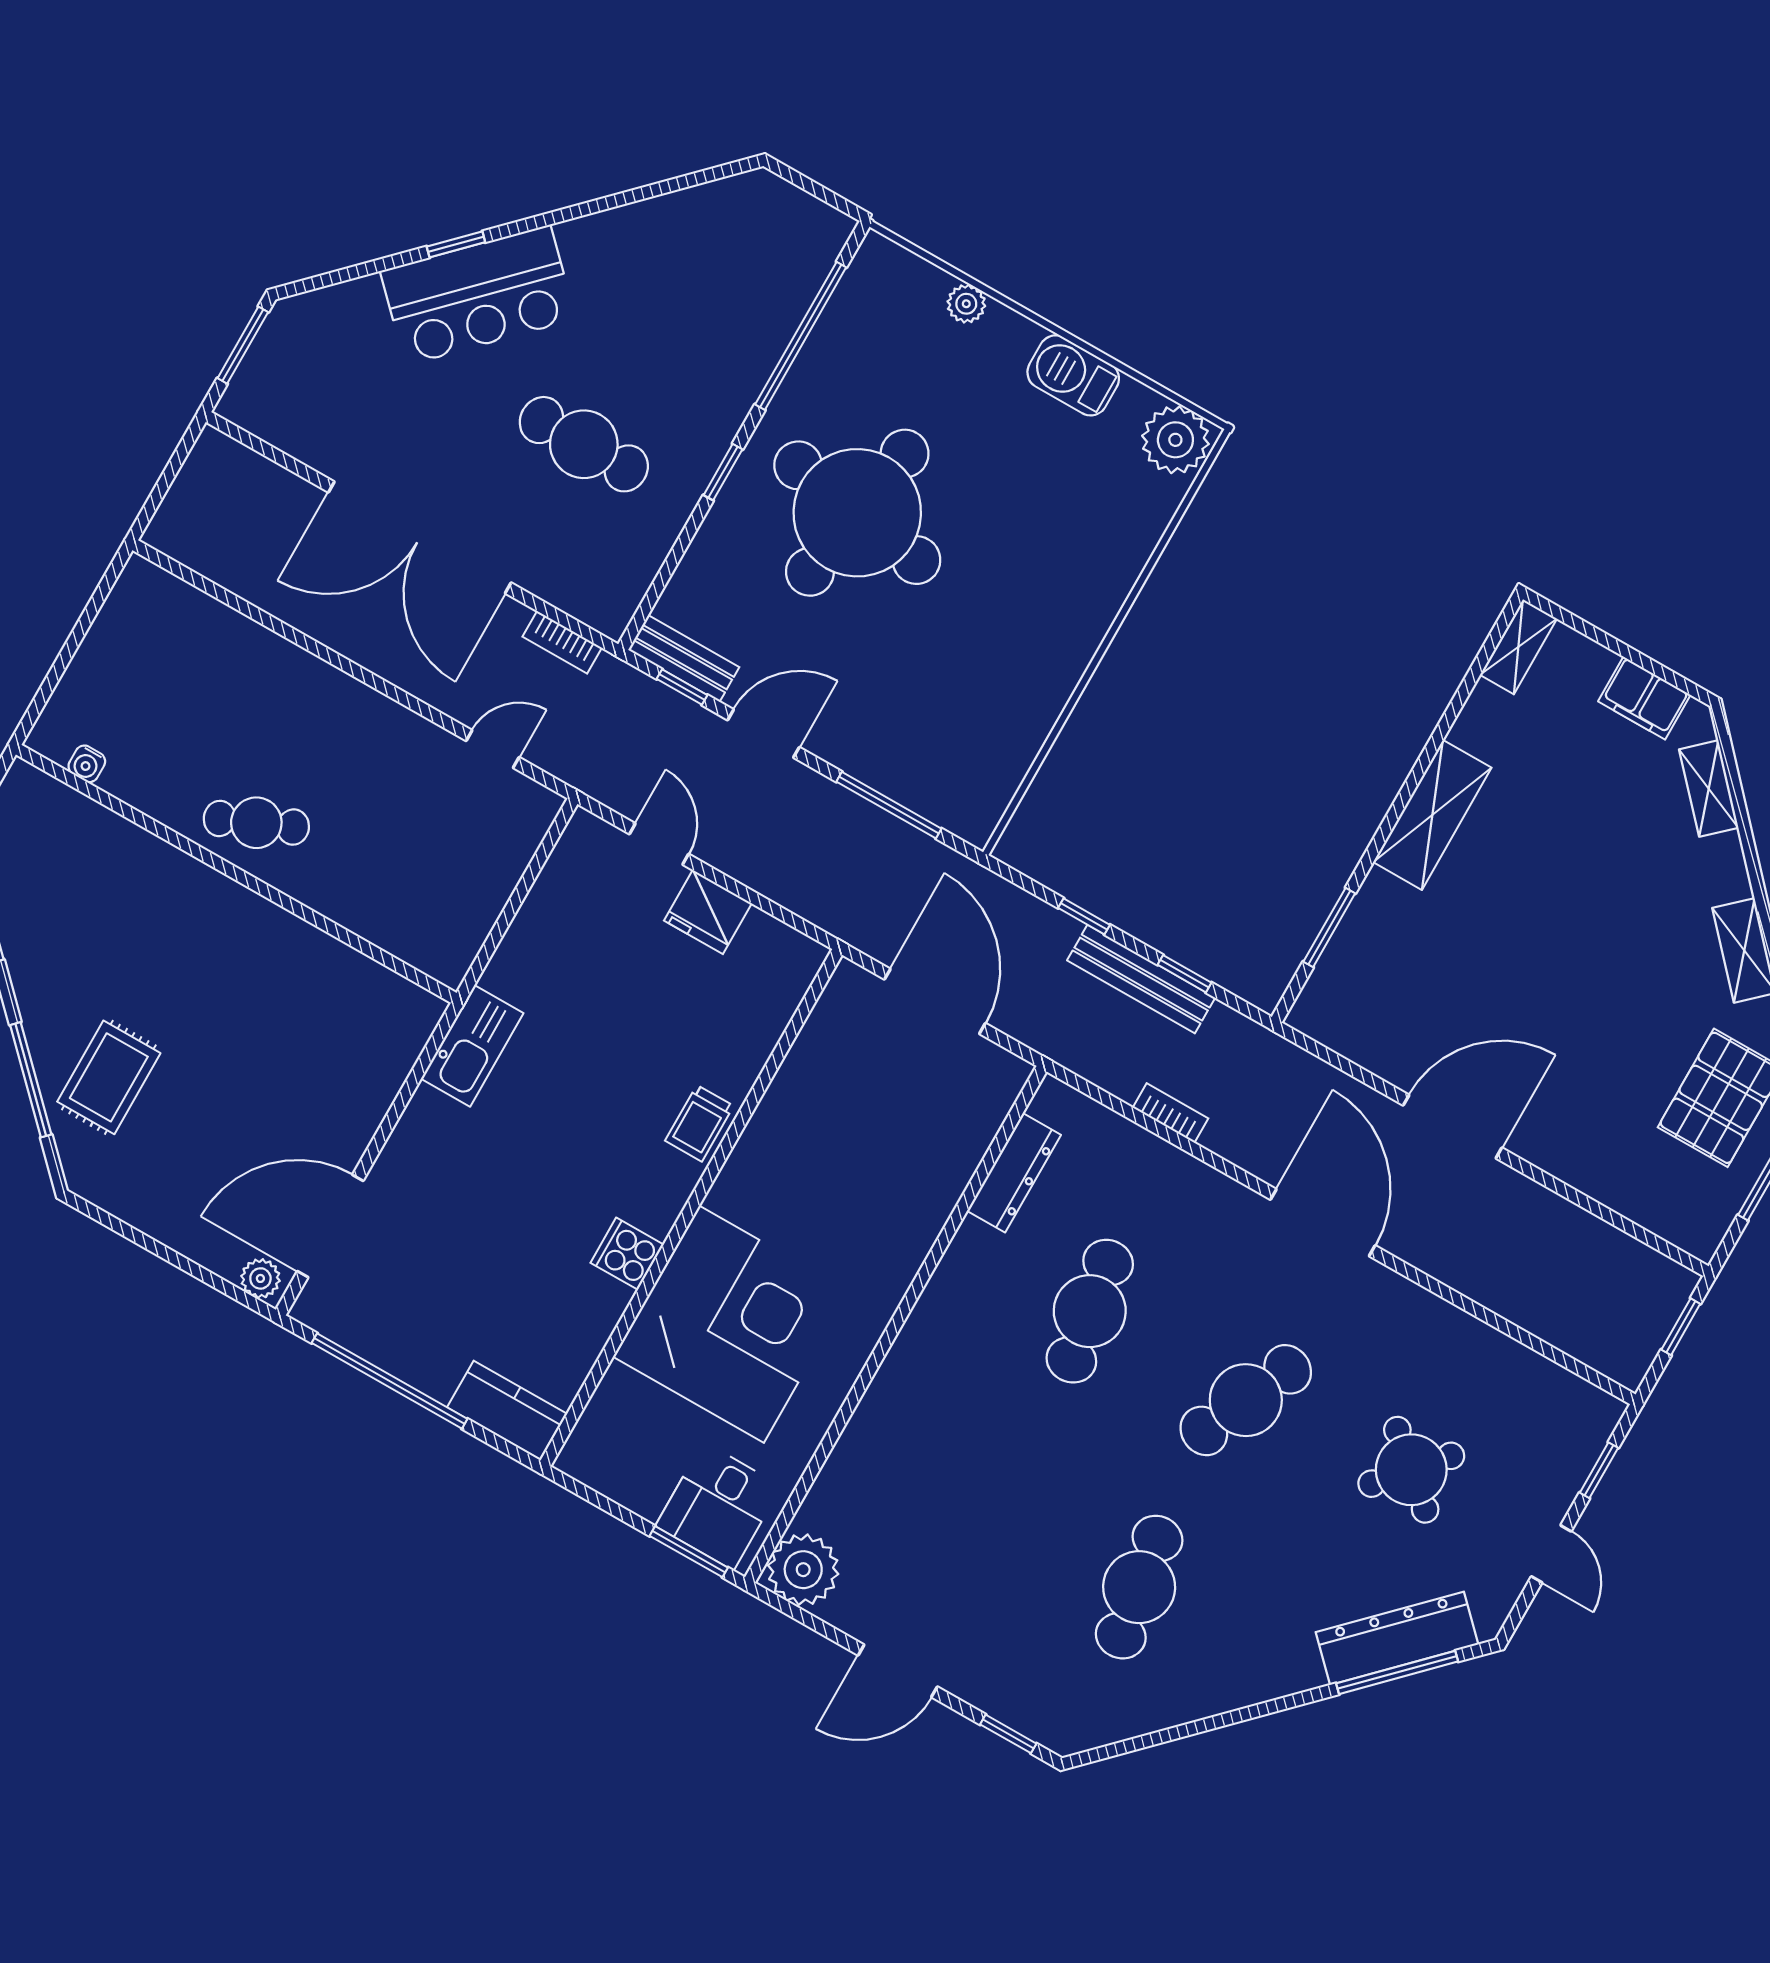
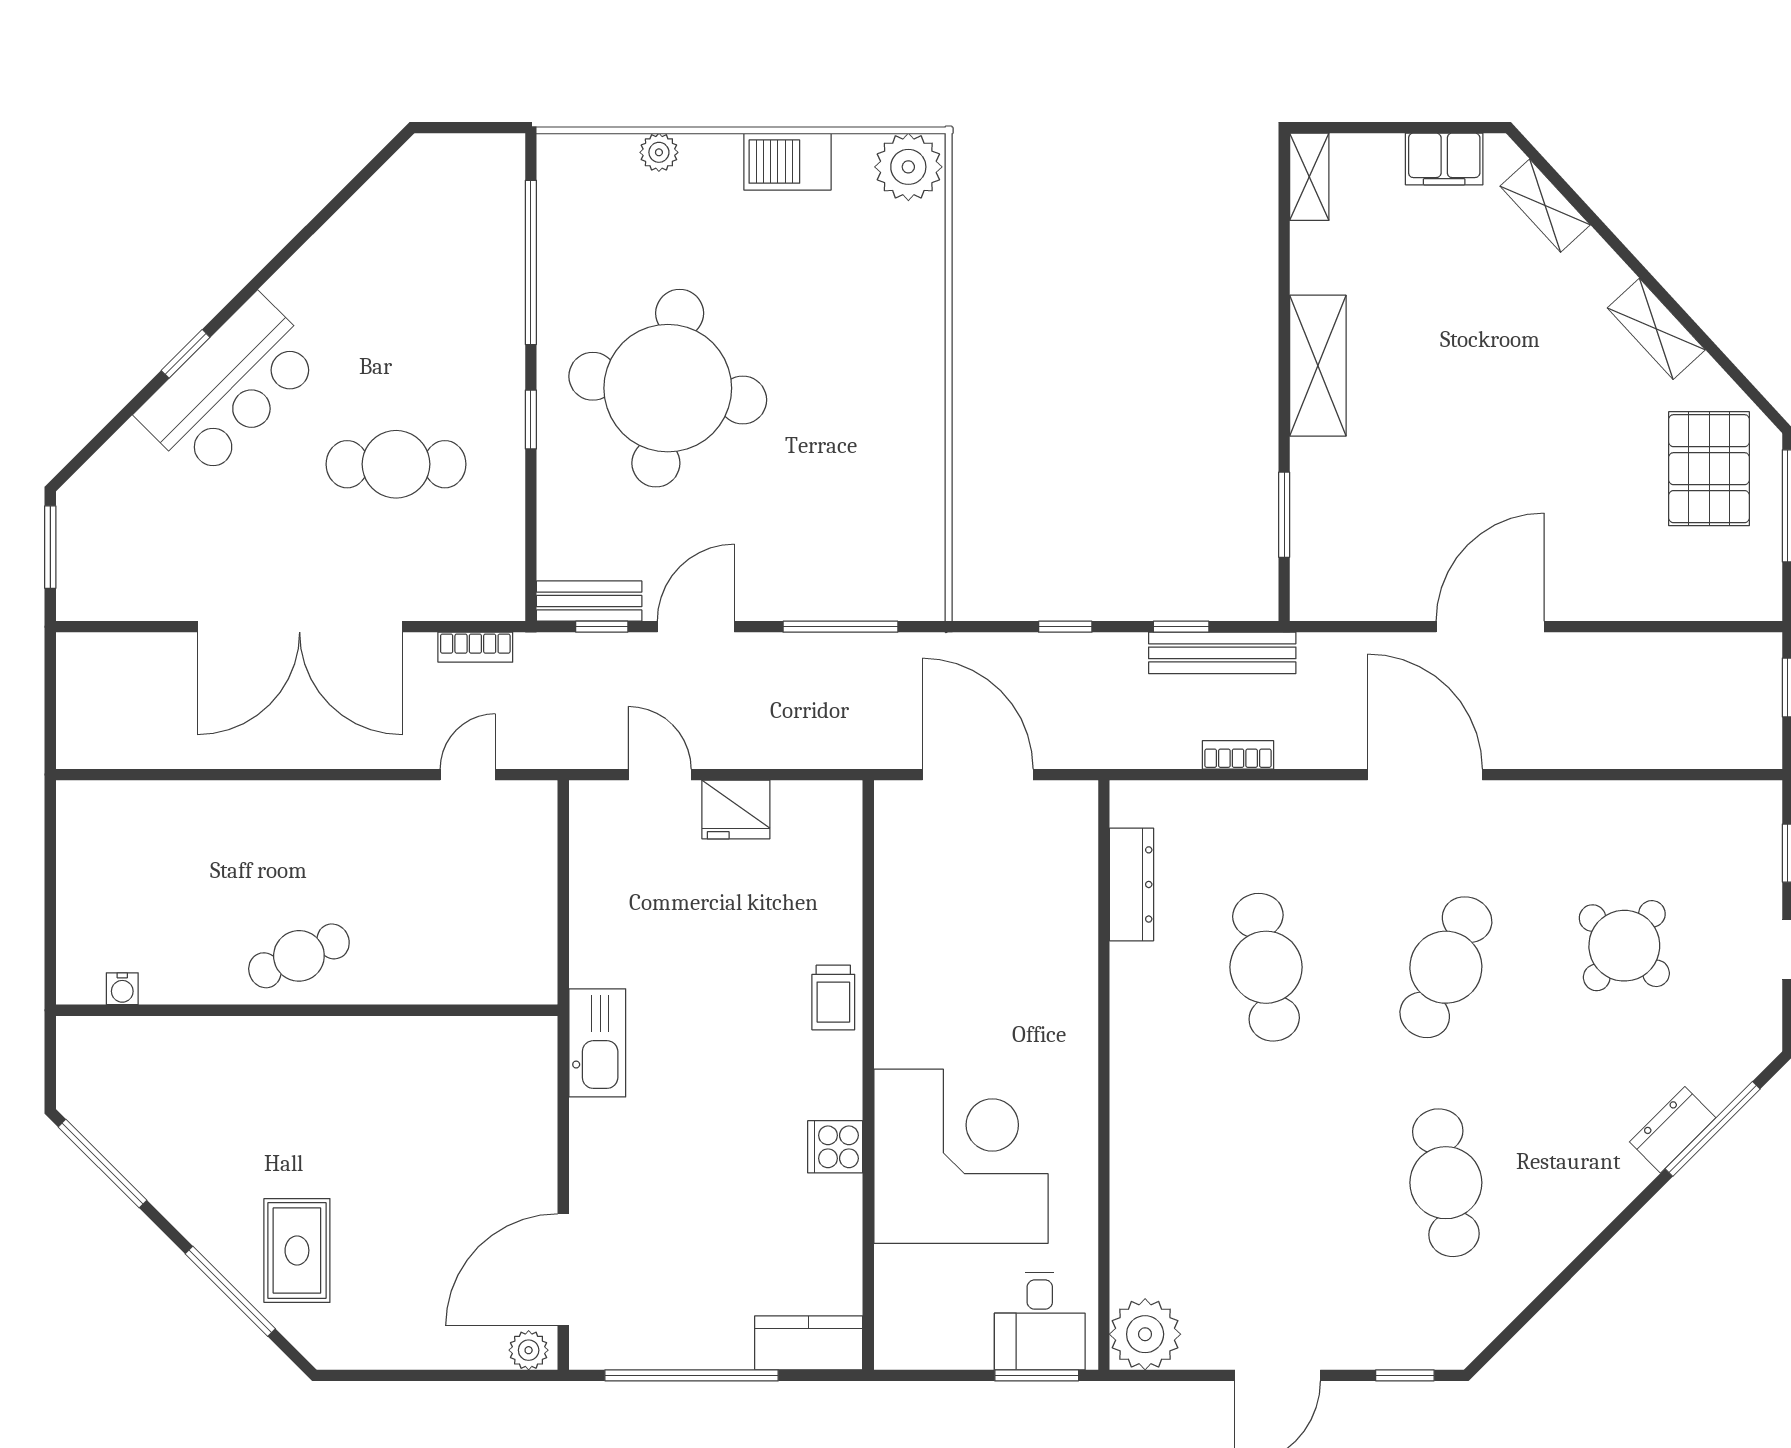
bench: (1141, 979) -> (1222, 653), moved
dresser: (1397, 1638) -> (1673, 1130), width x0.51, depth x0.80

